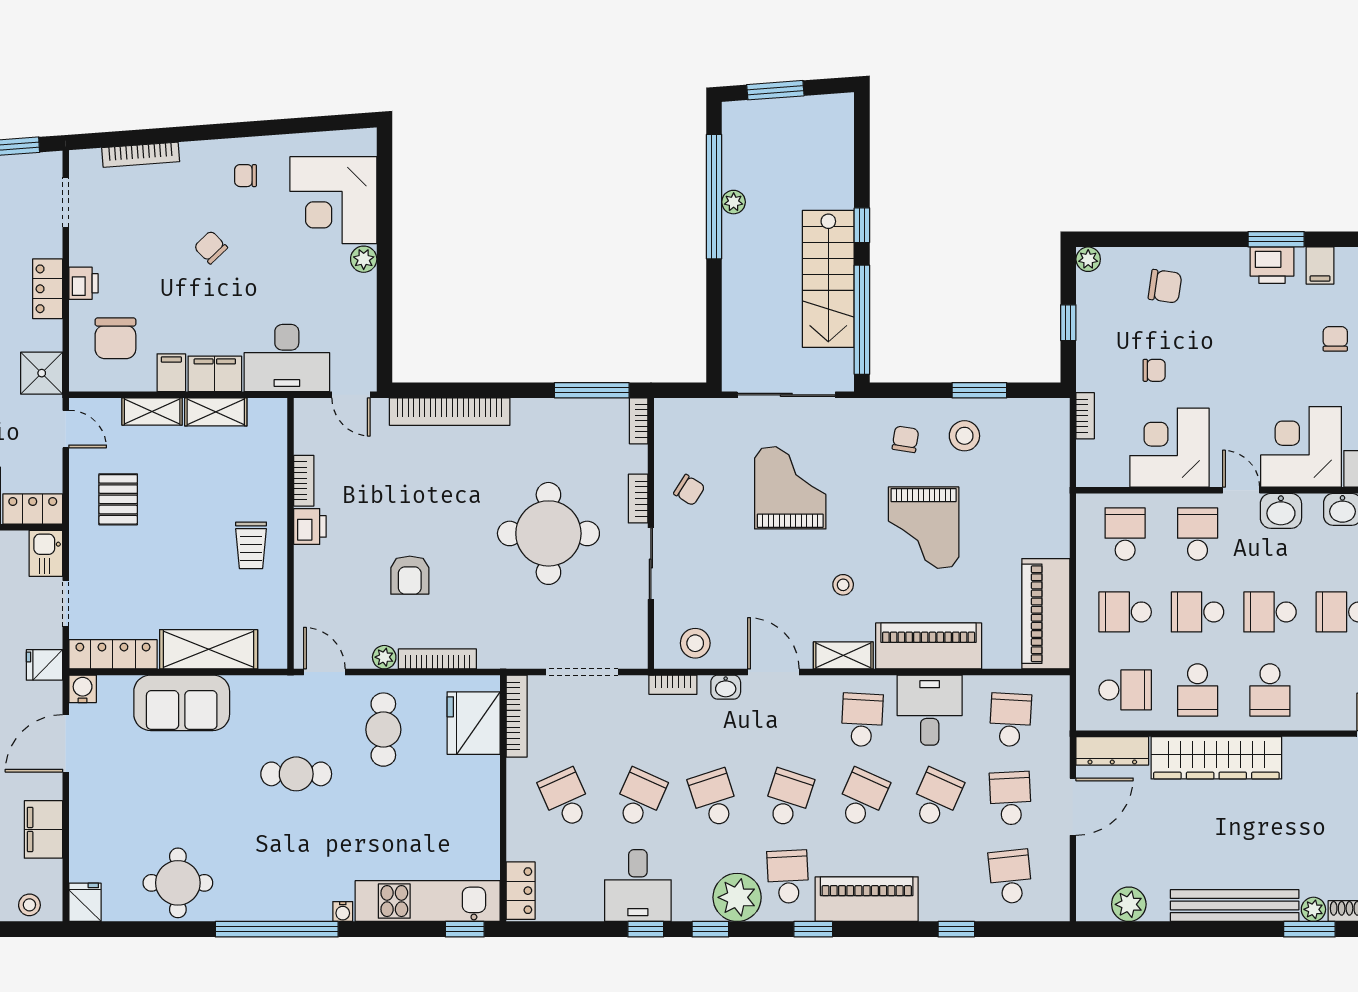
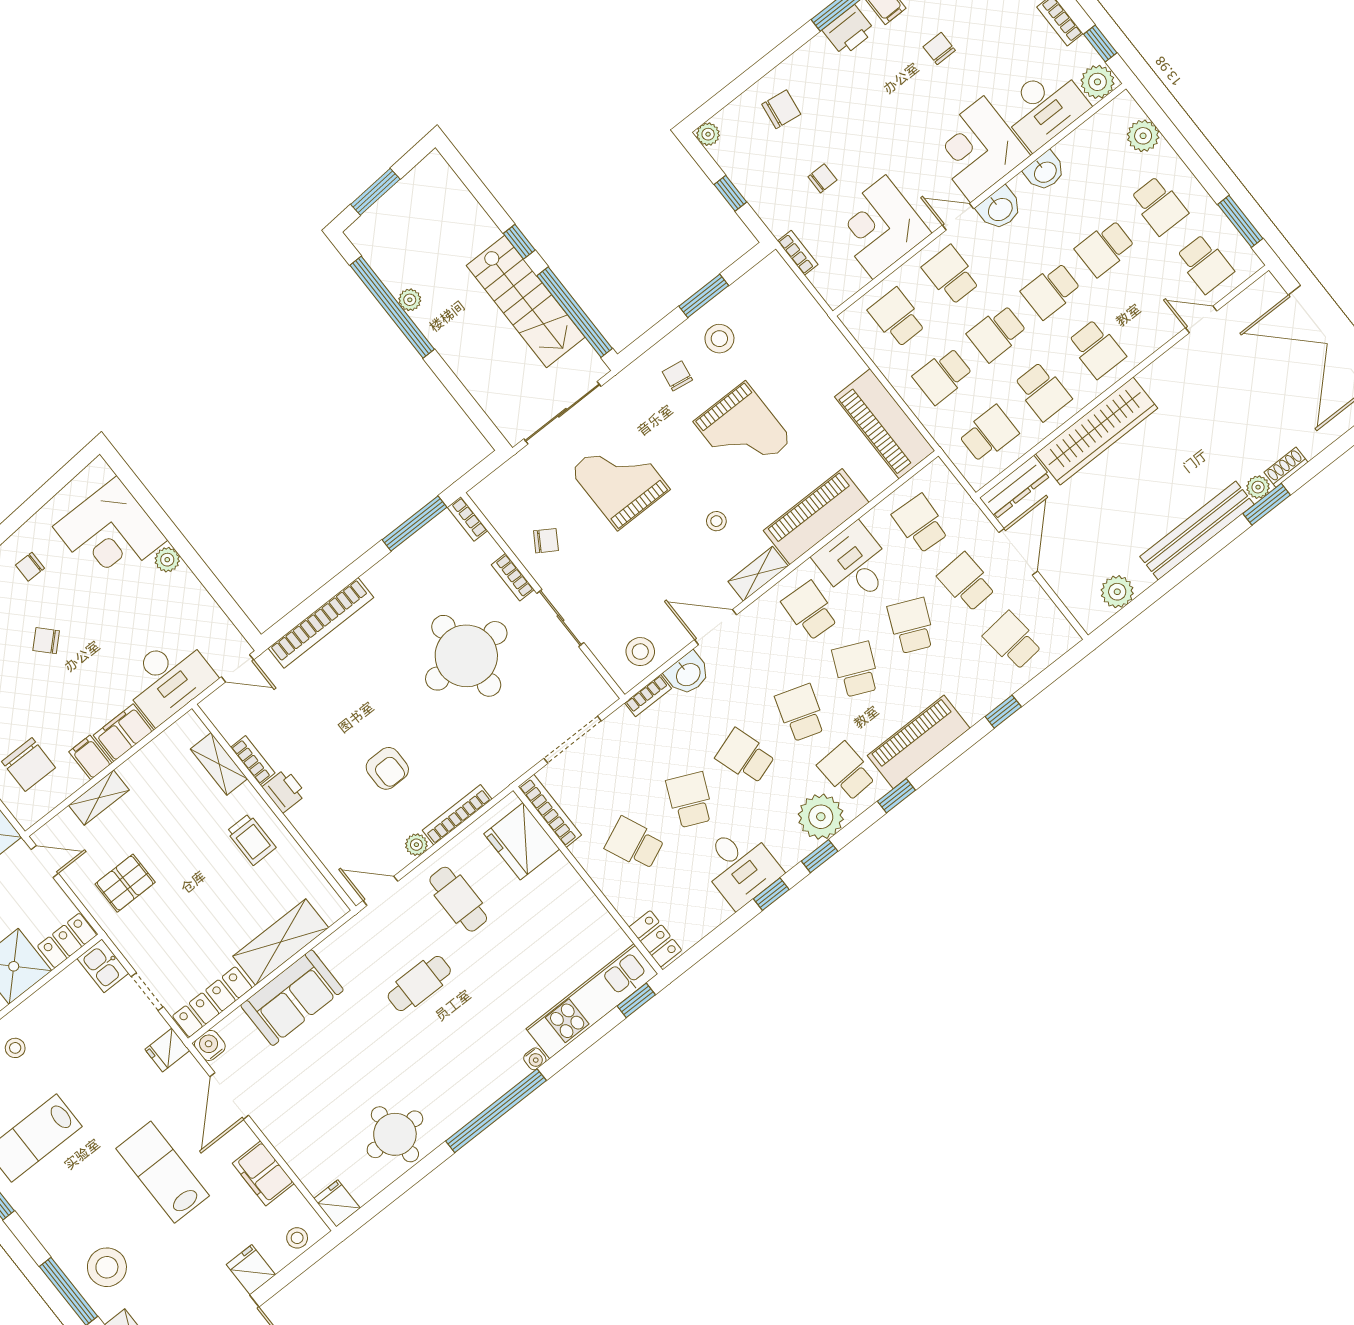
shelving: (216, 412) -> (219, 764), moved, turned 90
pallet: (118, 499) -> (125, 883), turned 90
washbasin: (726, 687) -> (688, 674), width x1.38, depth x1.45

